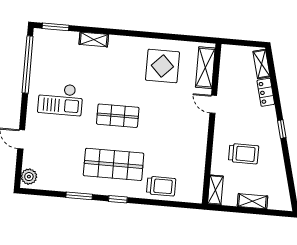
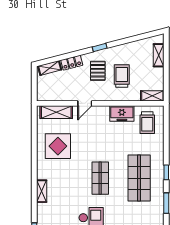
shelving: (94, 39) -> (42, 191), moved
pallet: (253, 124) -> (98, 71), added
freezer: (197, 150) -> (122, 113), added
trolley: (161, 186) -> (147, 123), moved, turned 180
shelving: (252, 201) -> (159, 55), moved

